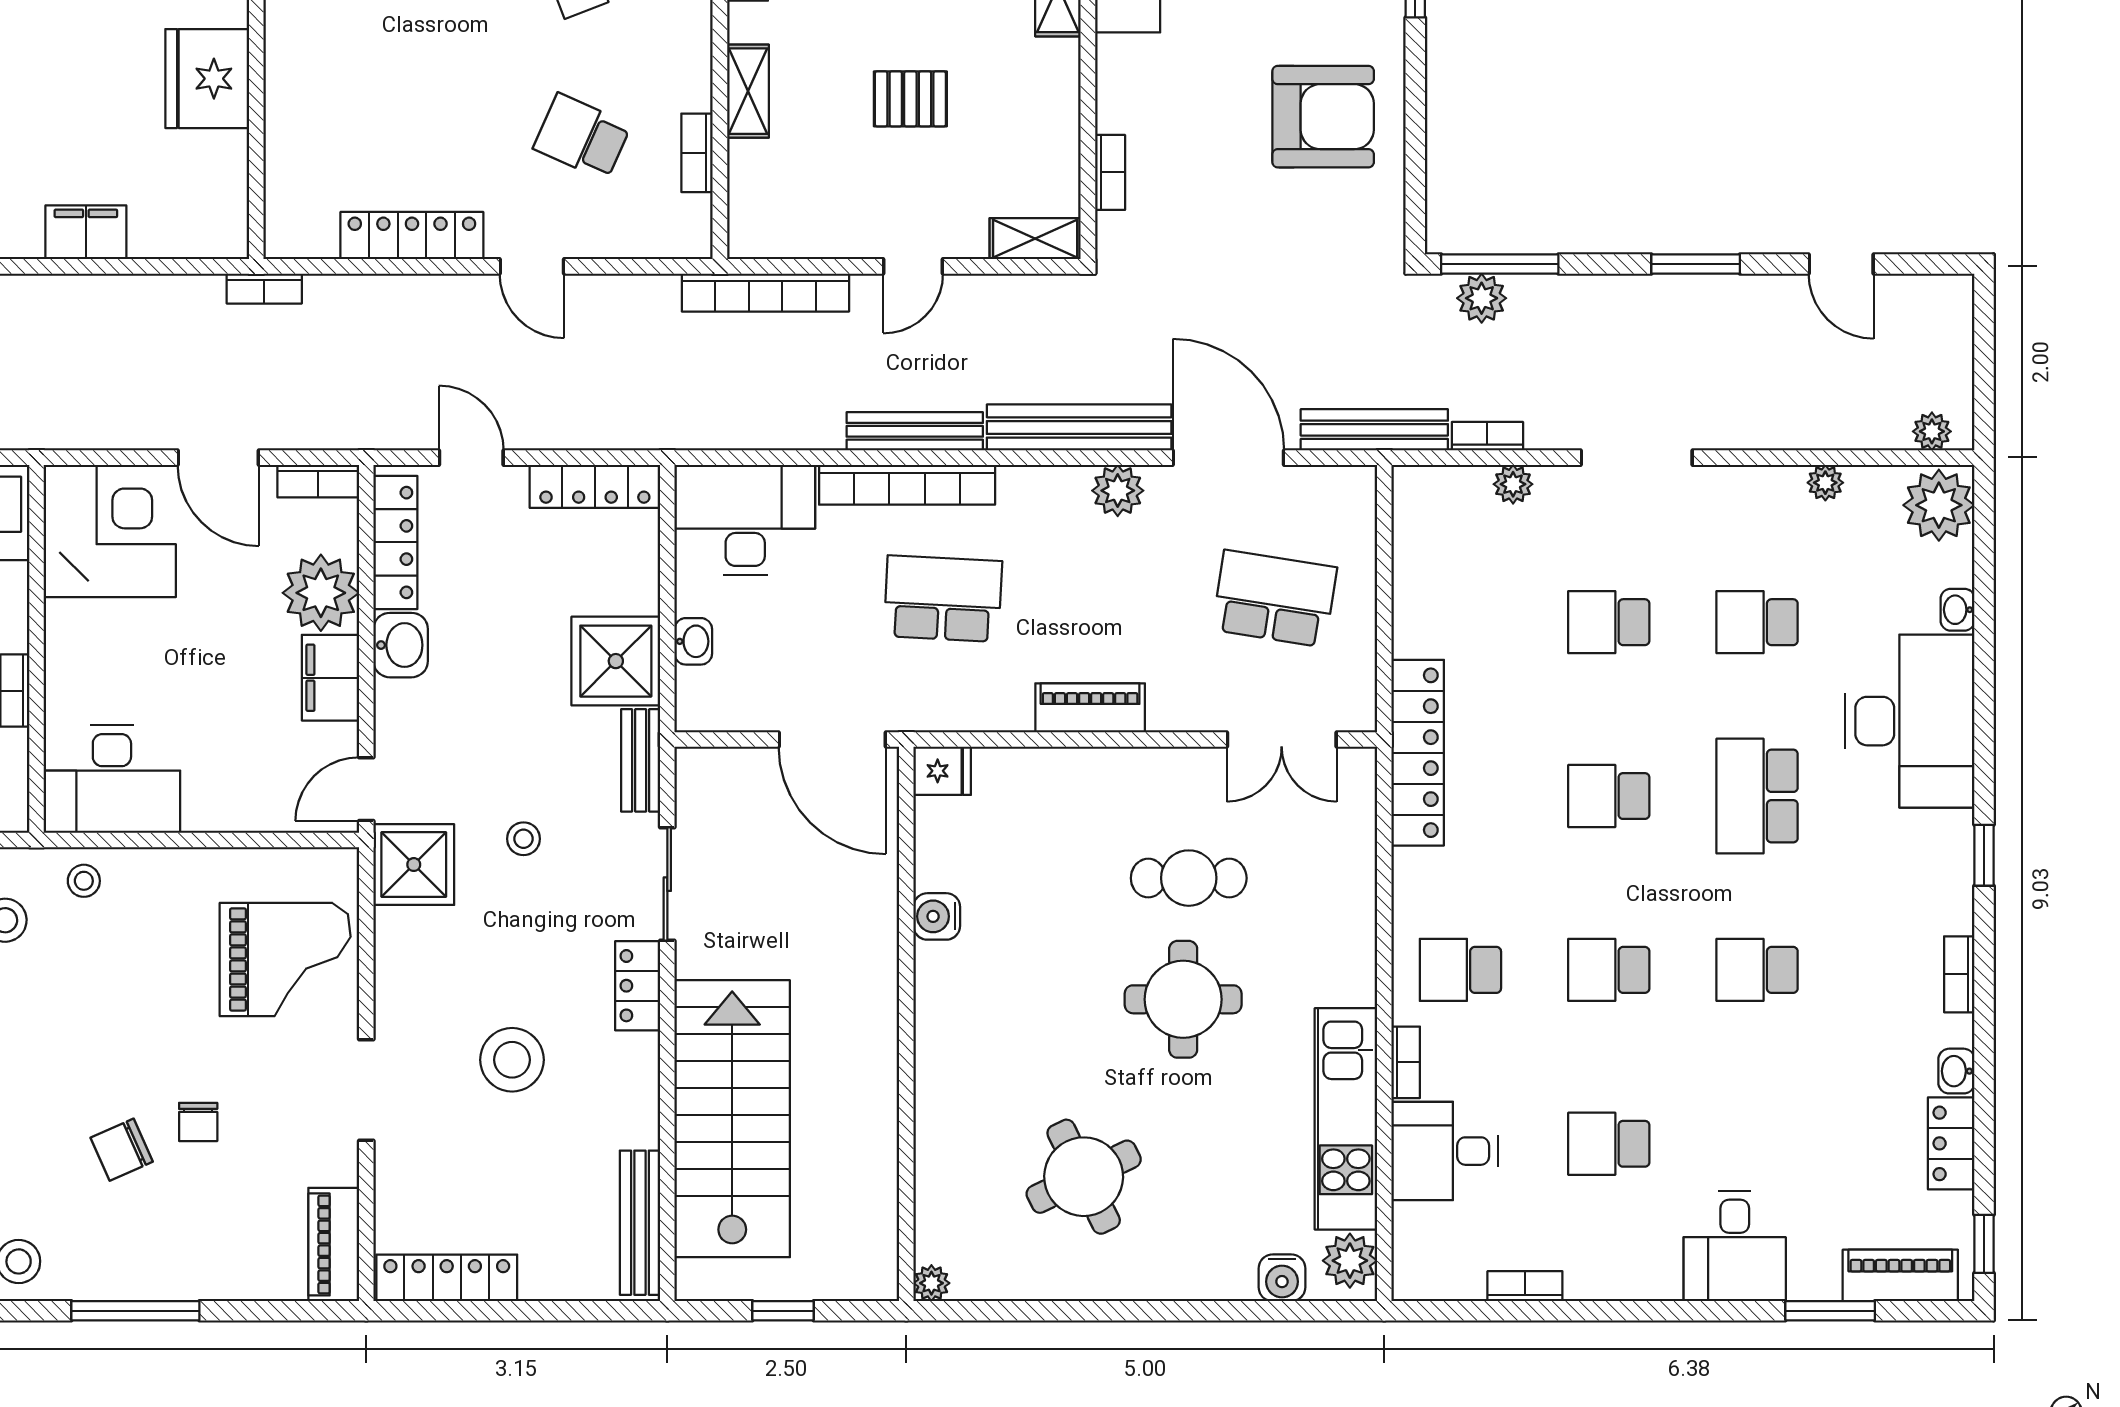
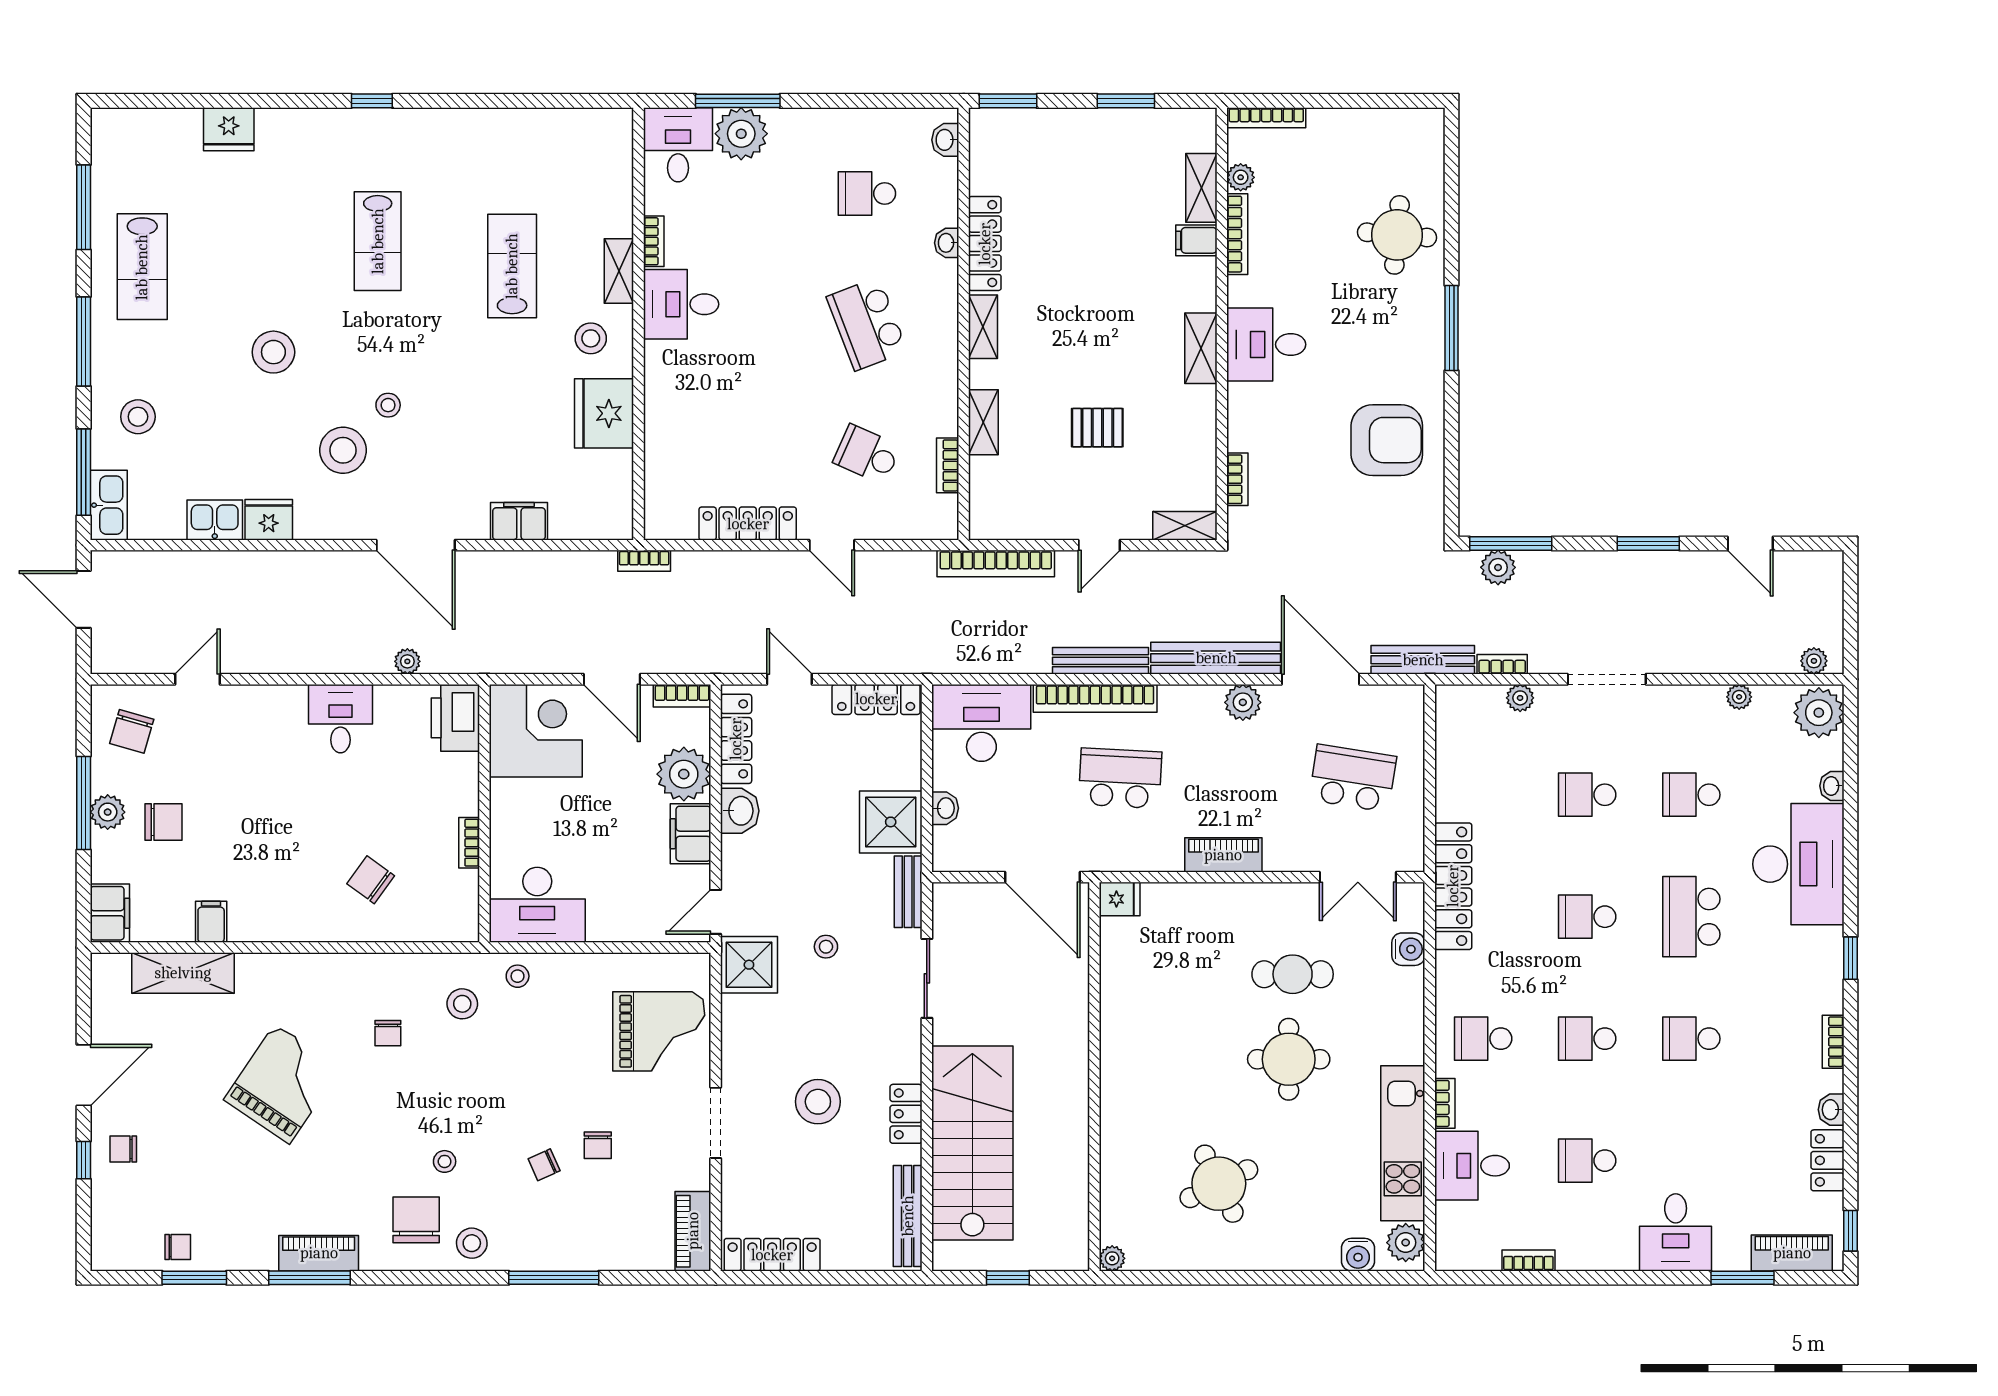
water cooler: (937, 916) -> (1408, 949), moved, turned 180
locker: (638, 986) -> (906, 1114), moved
chair: (122, 1150) -> (544, 1165), width x0.73, depth x0.73

